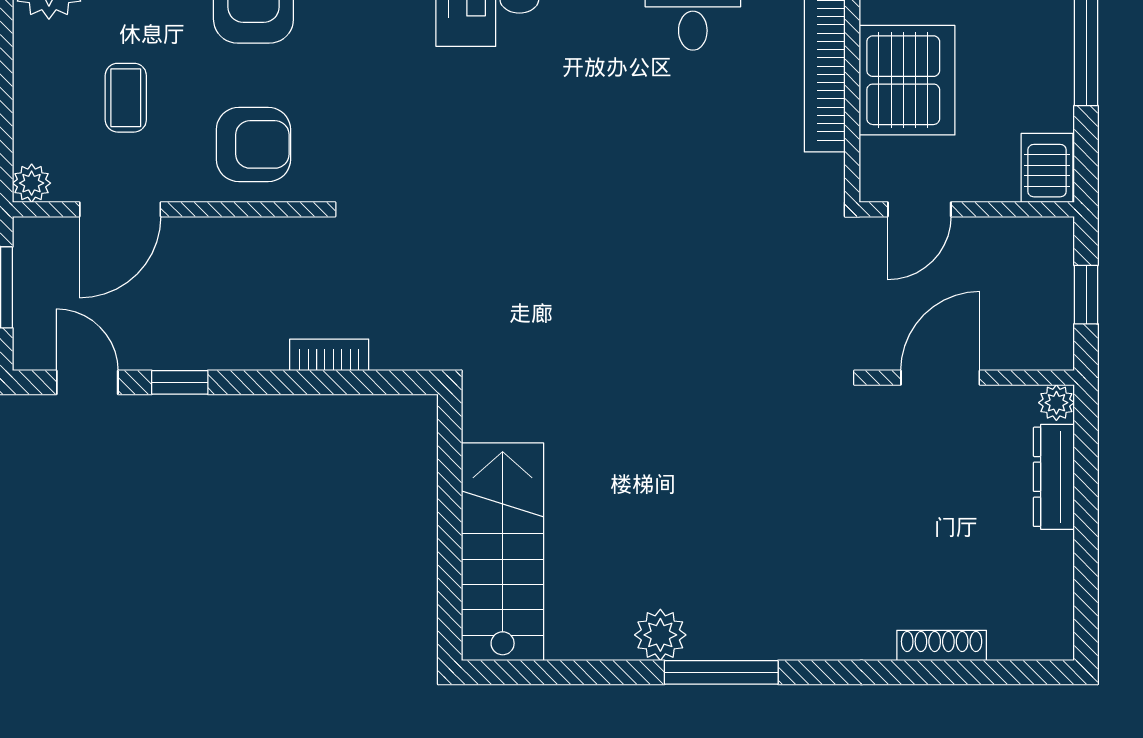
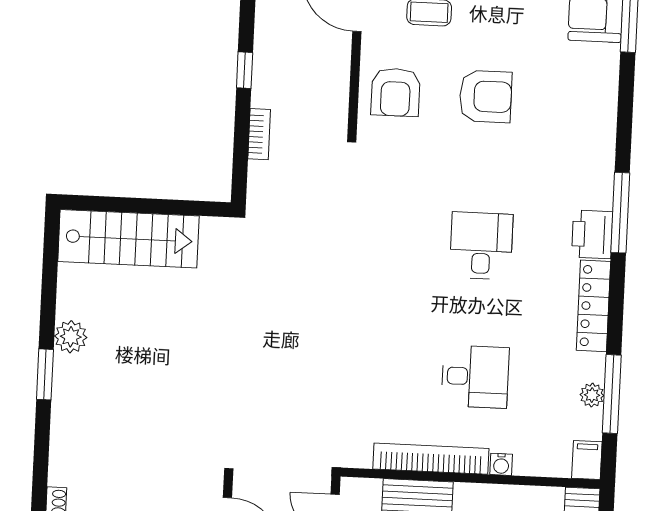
window: (180, 382) -> (245, 70), moved
window: (721, 672) -> (45, 374), width x0.69

